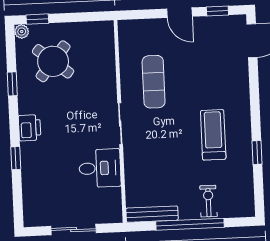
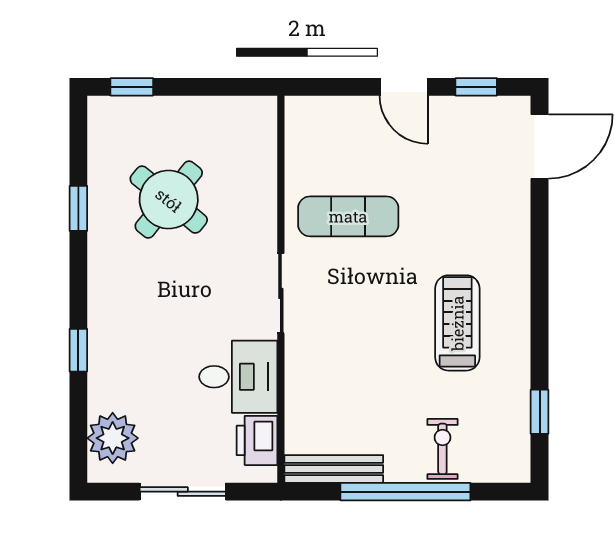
plant: (22, 32) -> (113, 438), moved, width x1.88, depth x1.88
round table: (53, 61) -> (169, 200), moved
exercise mat: (154, 82) -> (348, 216), turned 90
printer: (30, 128) -> (257, 440), moved, turned 180
window: (257, 153) -> (540, 412), moved

